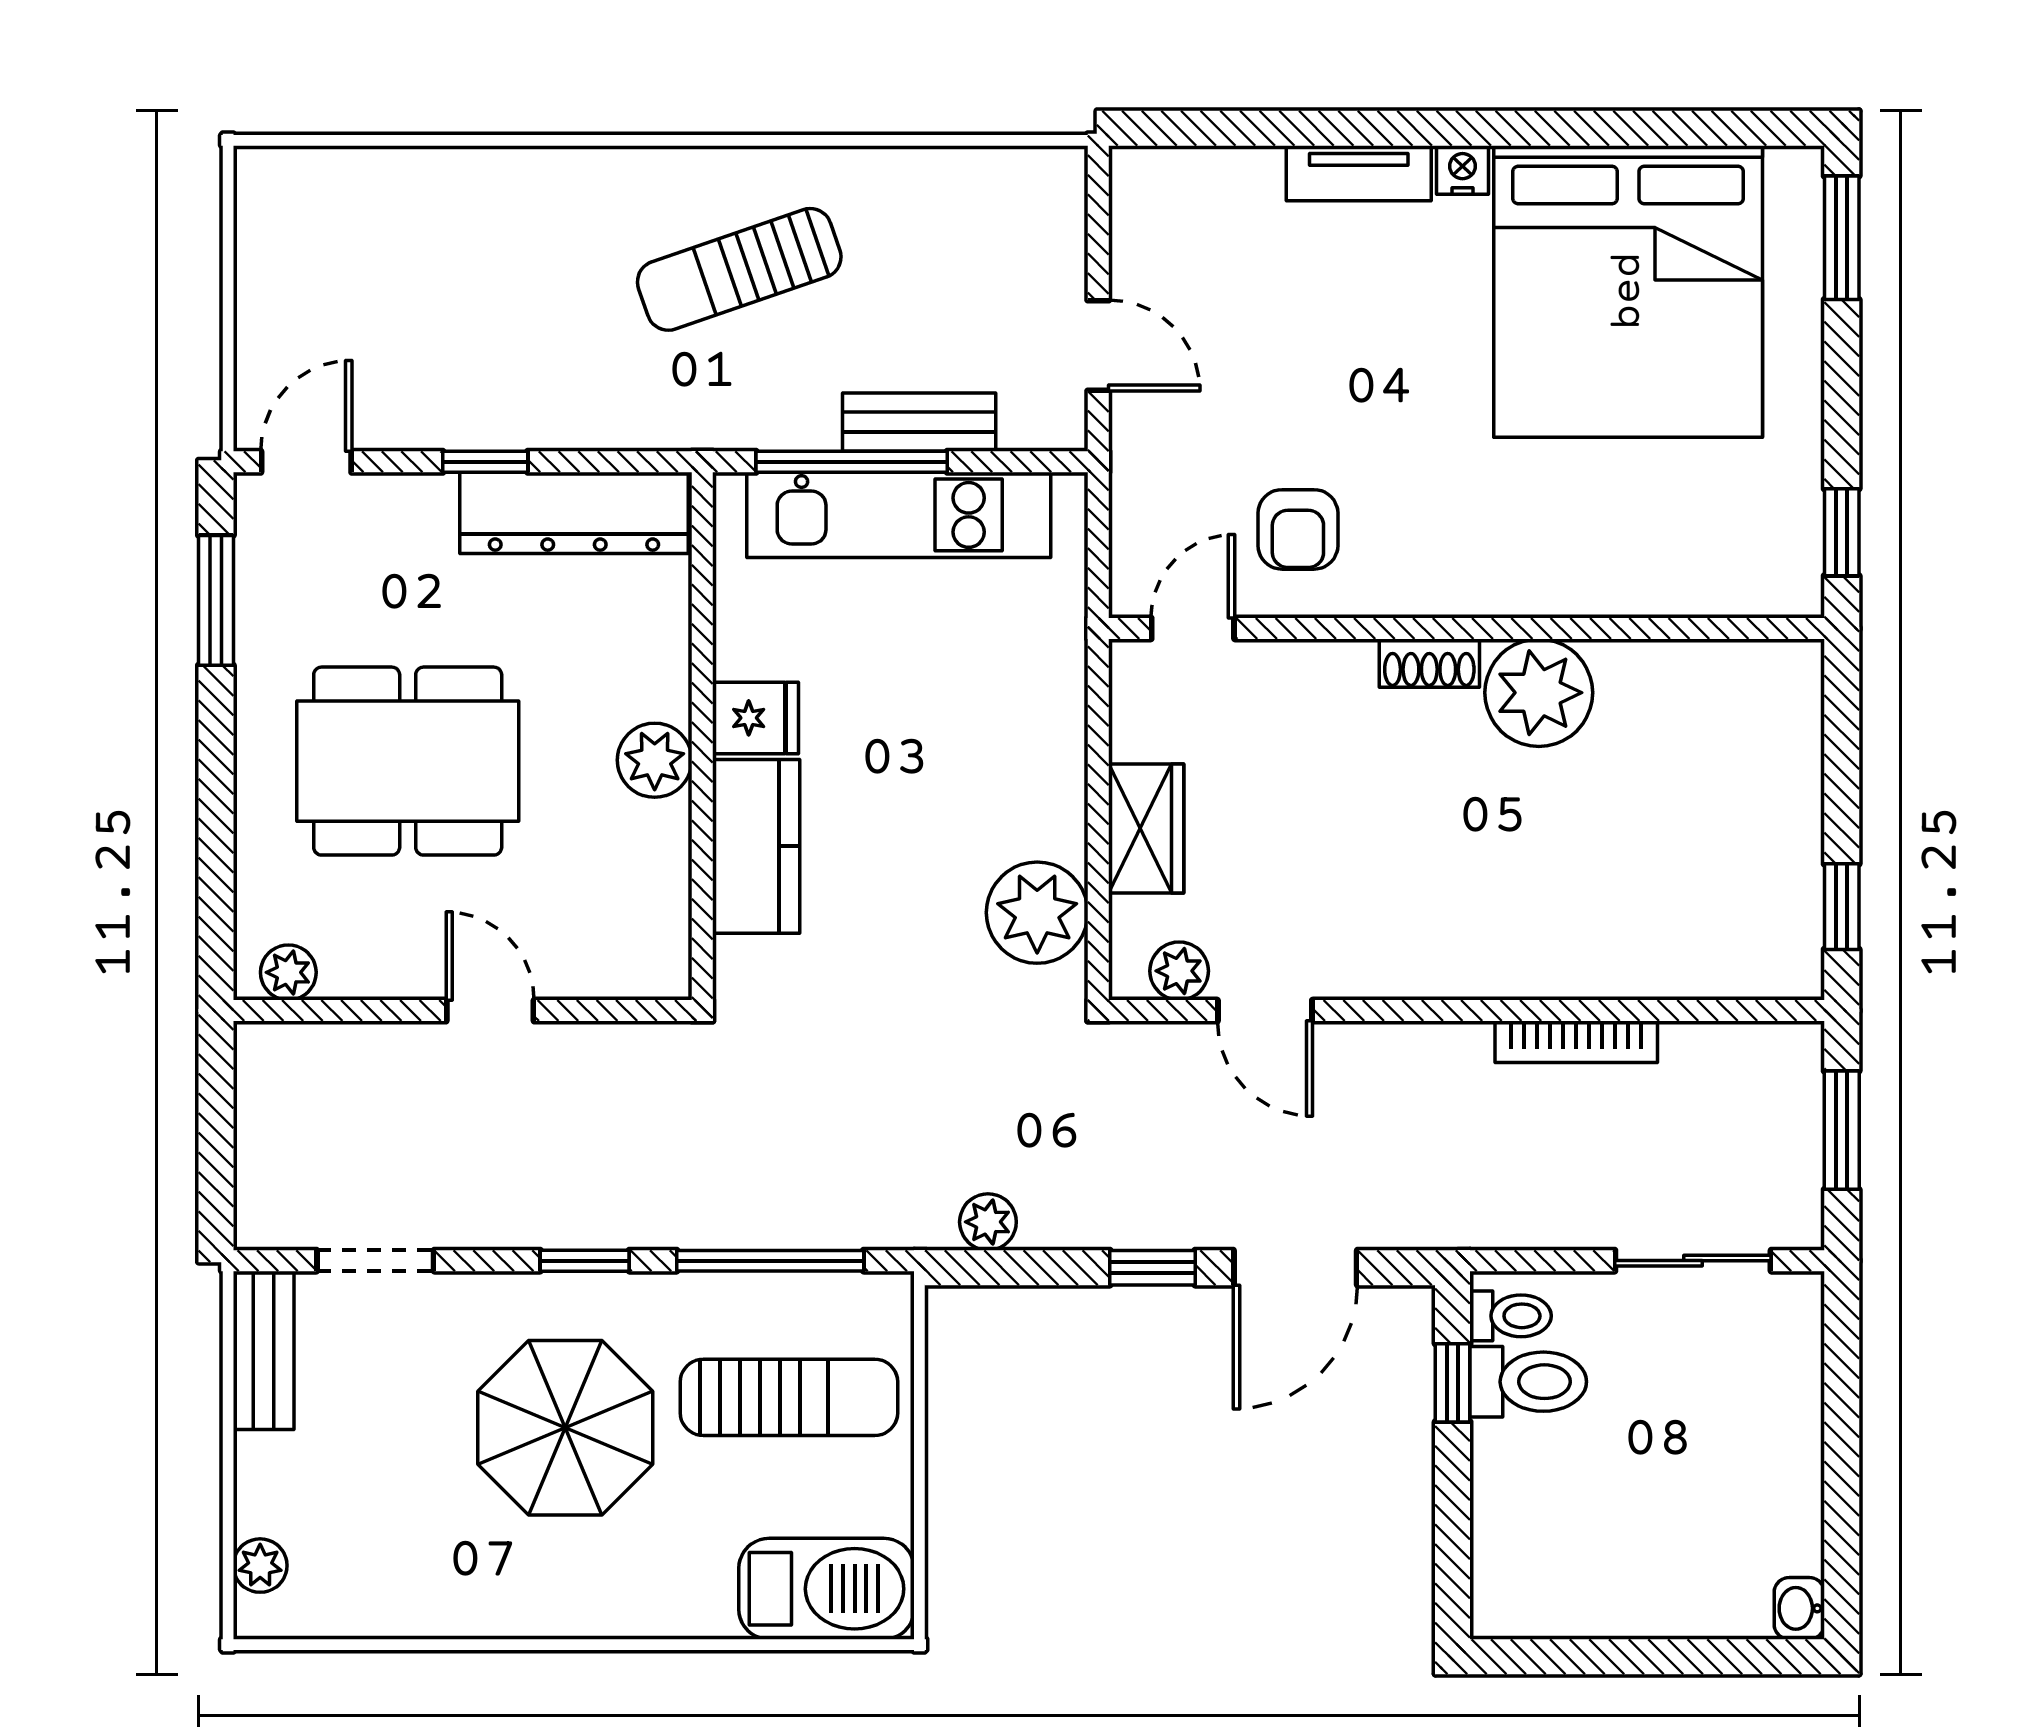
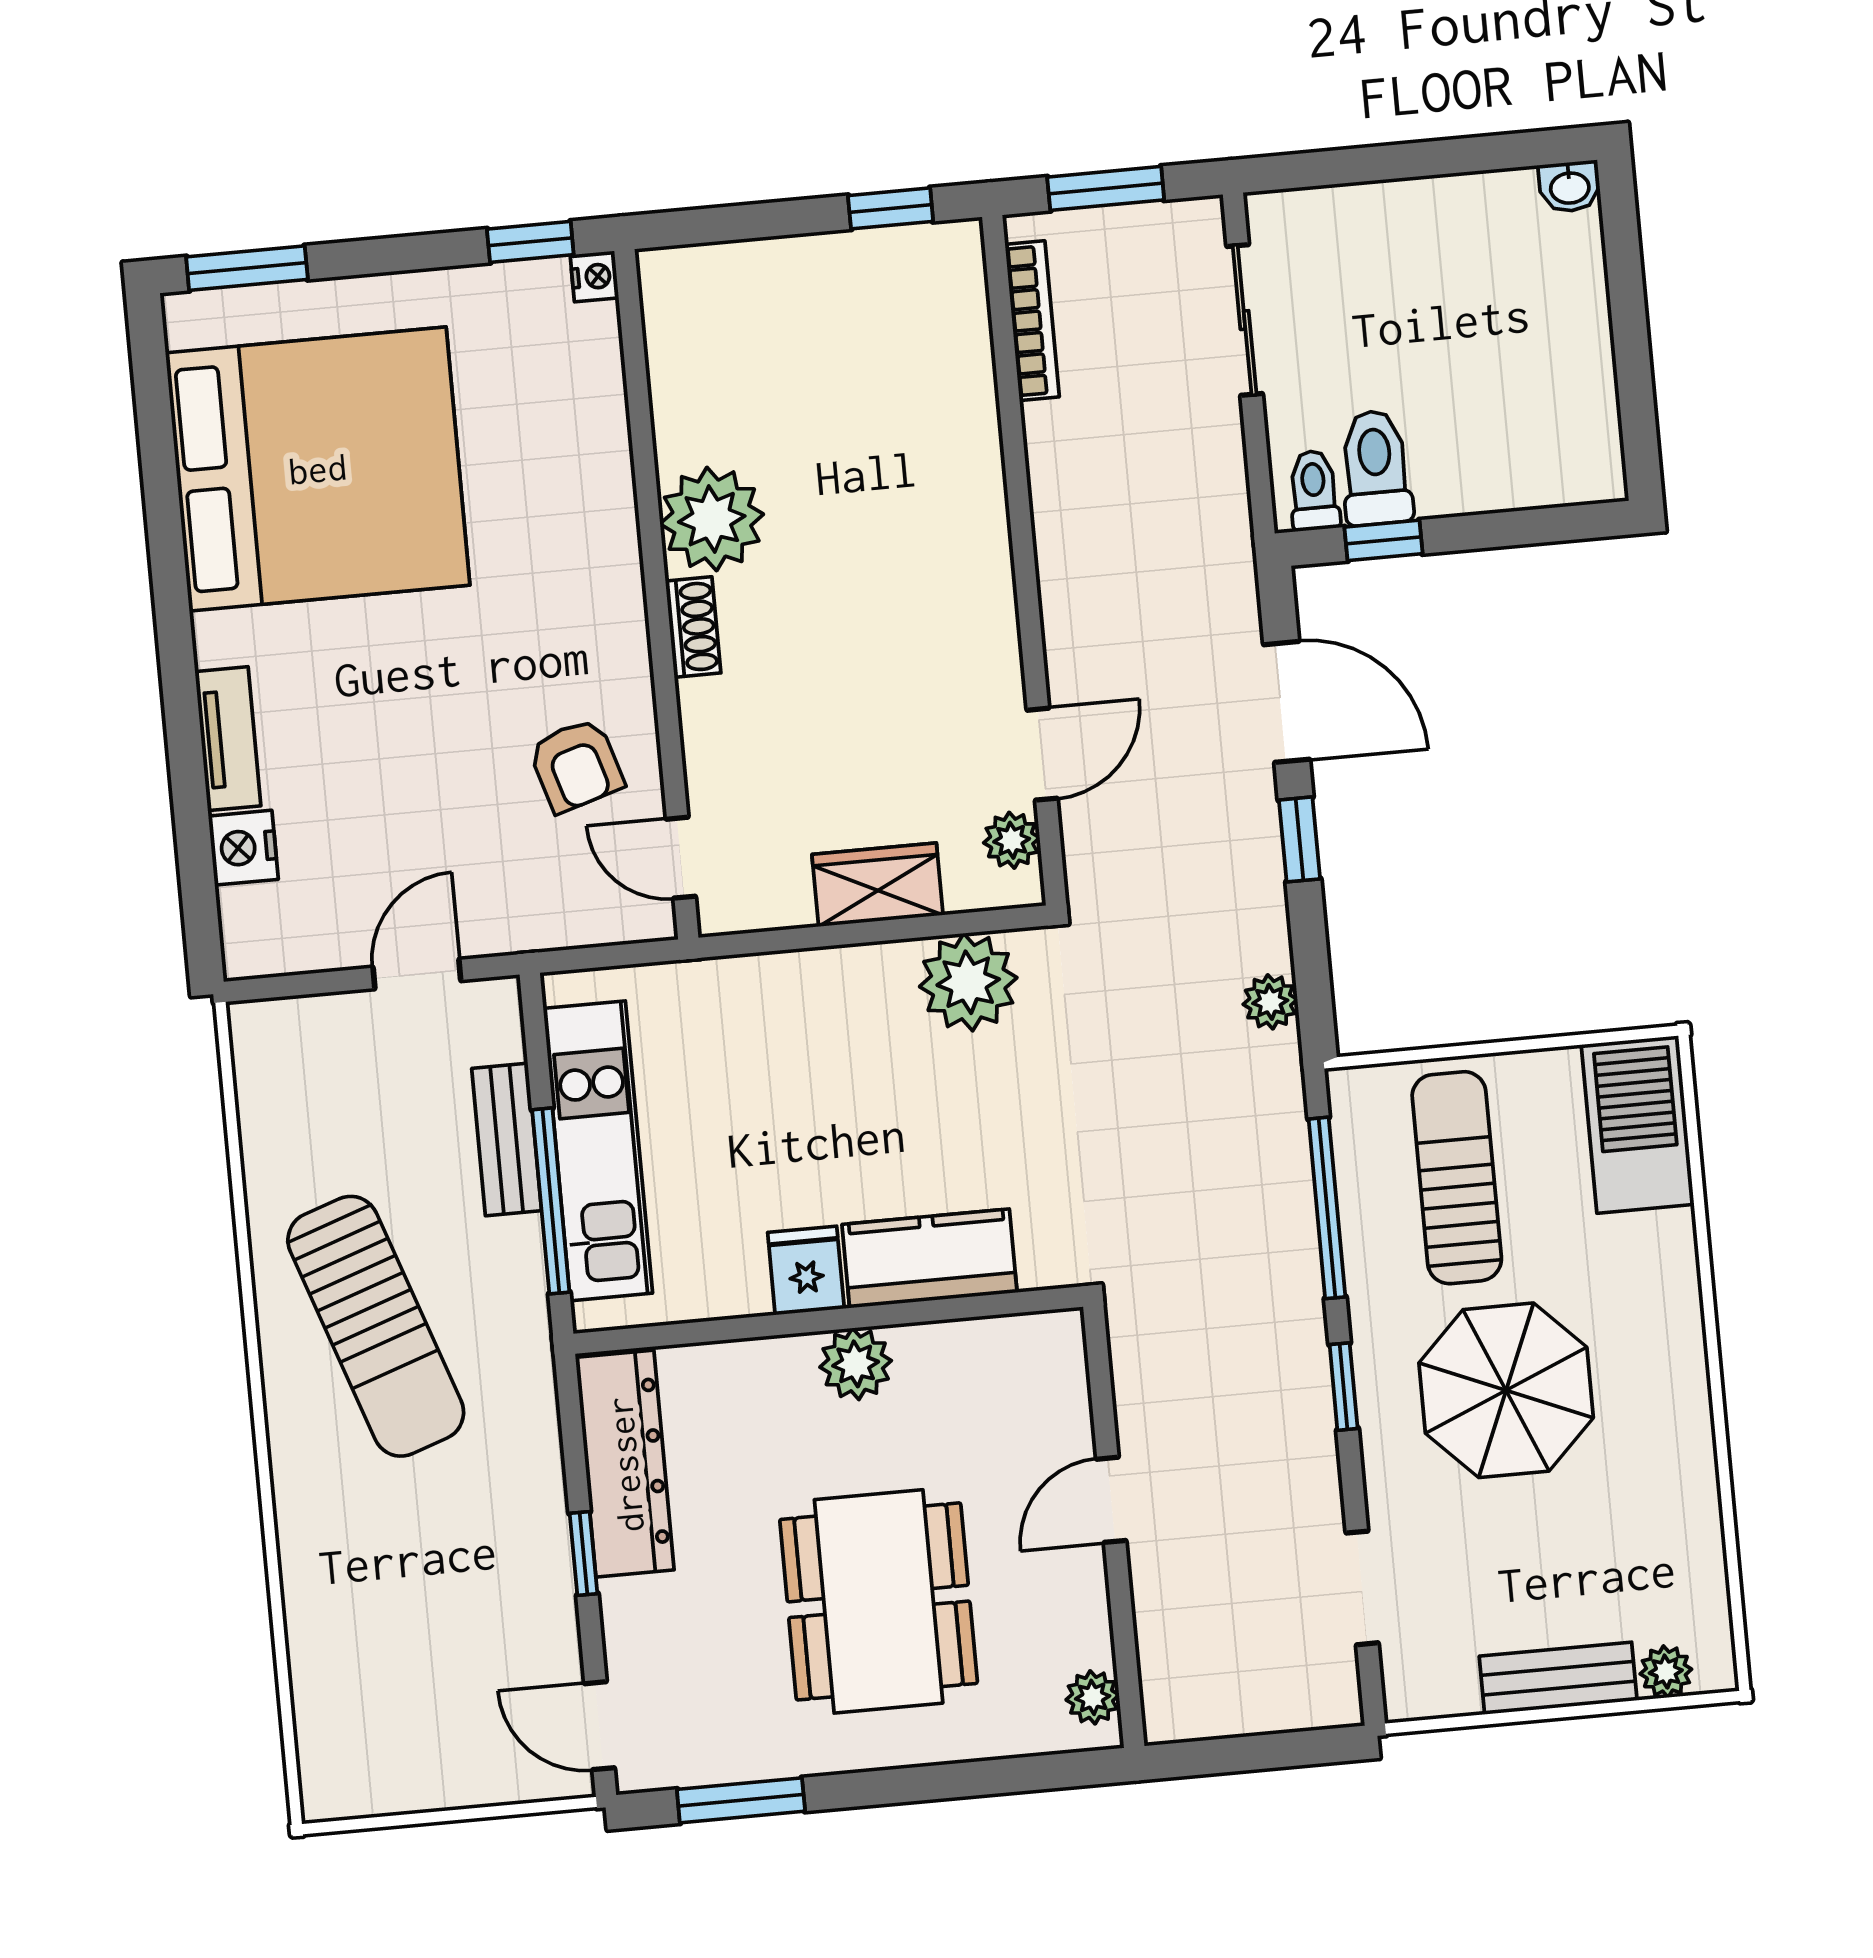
nightstand: (1462, 170) -> (243, 848), moved, width x1.39, depth x1.35
sun lounger: (739, 269) -> (376, 1326), width x1.36, depth x1.34
armchair: (1298, 529) -> (576, 765), turned 73
nightstand: (1800, 595) -> (594, 276), added
bookcase: (1576, 1042) -> (1032, 321), moved
bench: (264, 1350) -> (1558, 1678), moved

